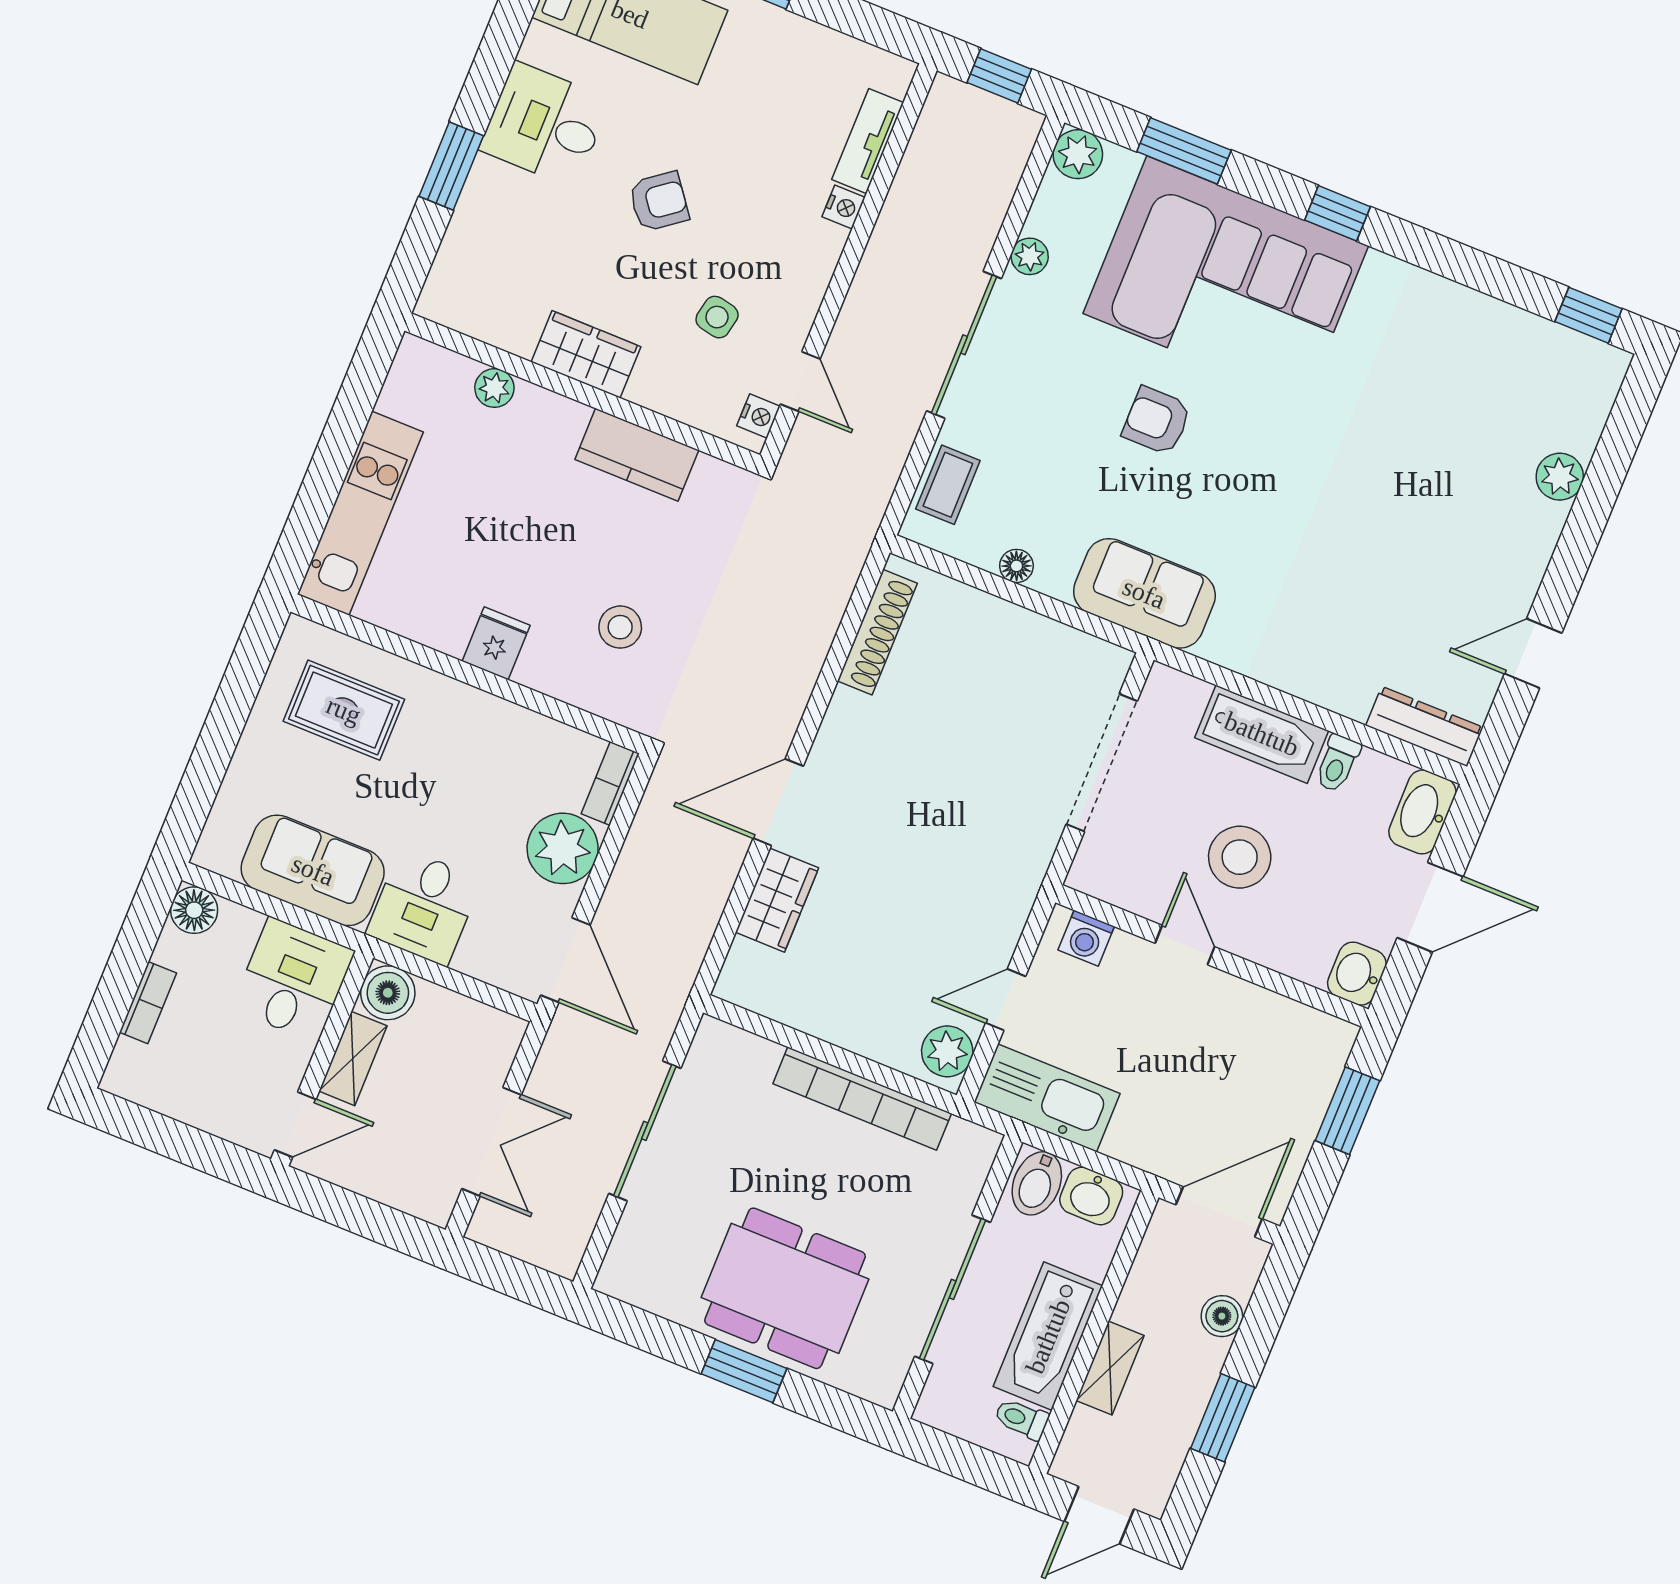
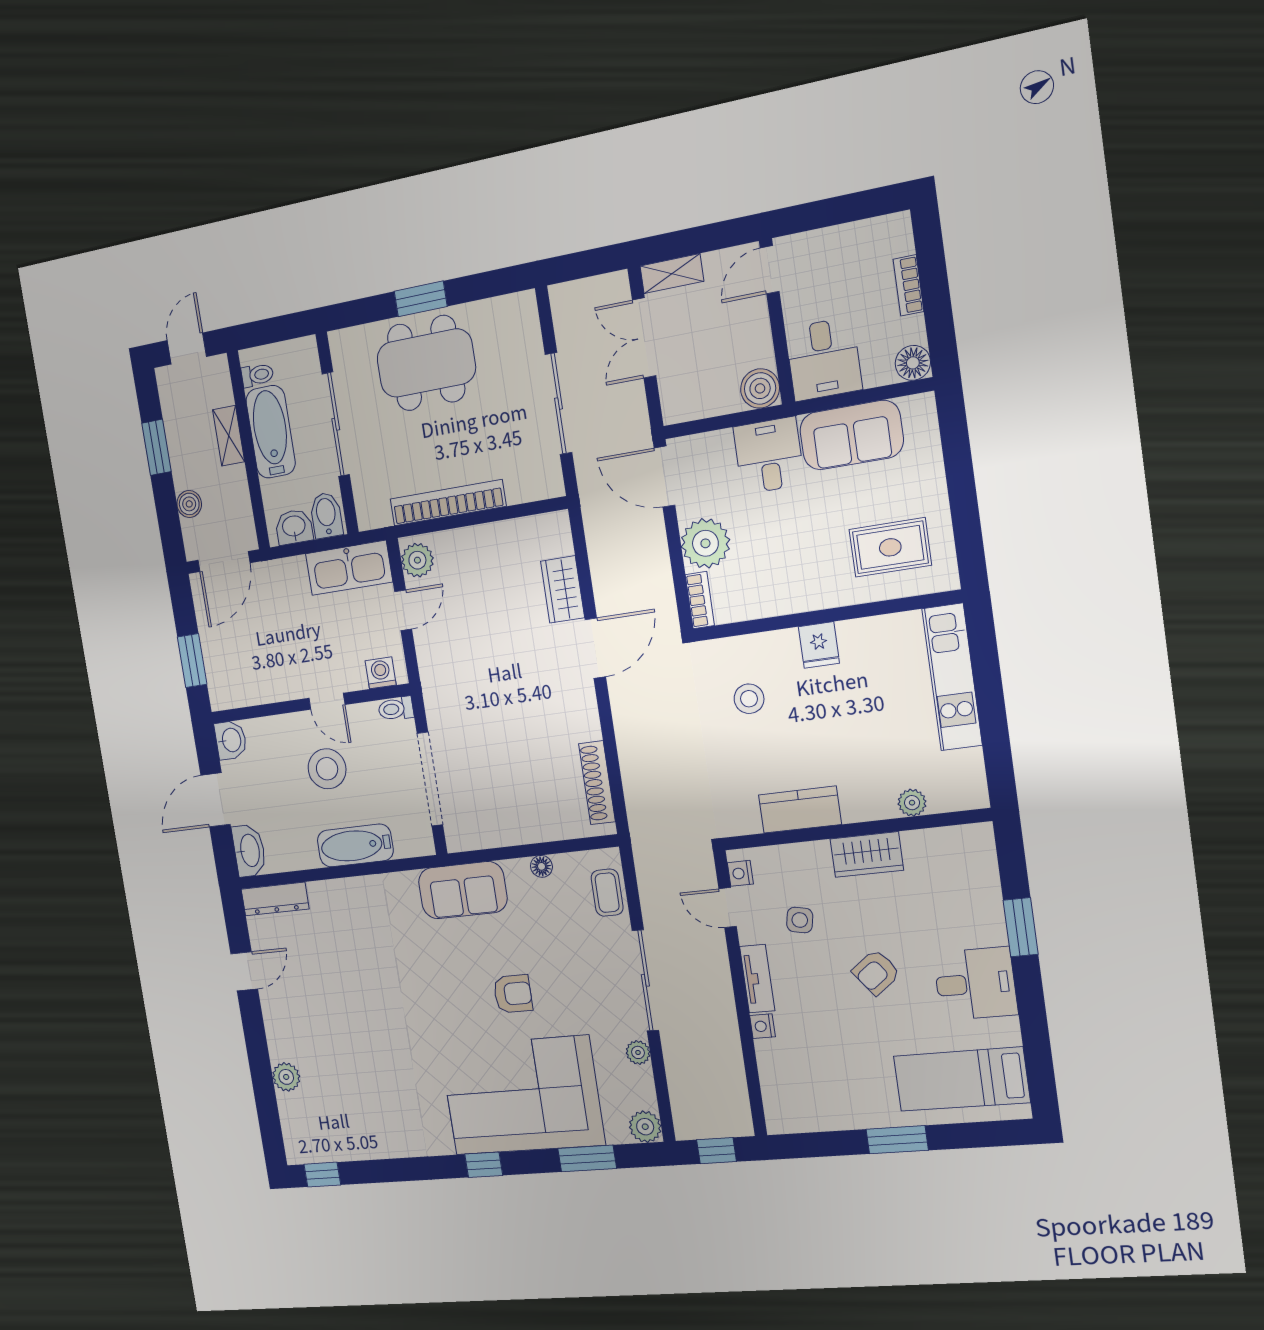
tv unit: (868, 141) -> (757, 979), moved
toilet: (1337, 763) -> (396, 709), moved, turned -90
shelving: (353, 1058) -> (672, 274), moved, turned 90

